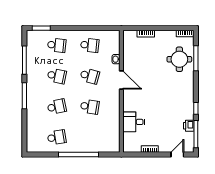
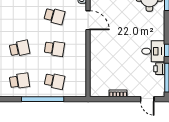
school desk: (57, 76) -> (54, 81), moved
desk: (134, 122) -> (153, 51), moved, turned 180
door: (177, 154) -> (147, 99), swing flipped

